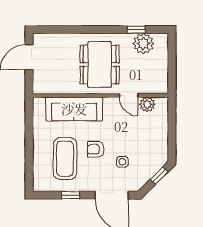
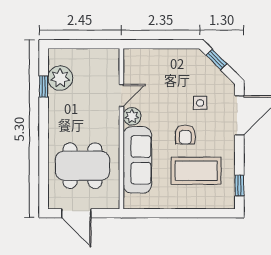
dining table: (100, 65) -> (82, 166), moved
plant: (147, 104) -> (132, 116), moved
window: (71, 195) -> (239, 185), moved

